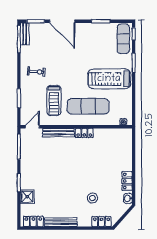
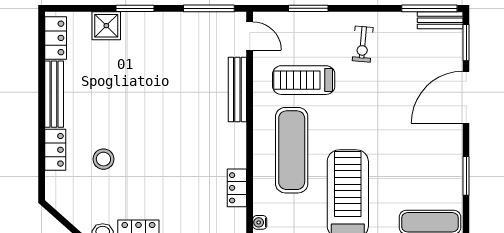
locker: (84, 133) -> (237, 188), moved
locker: (101, 222) -> (55, 150), moved

